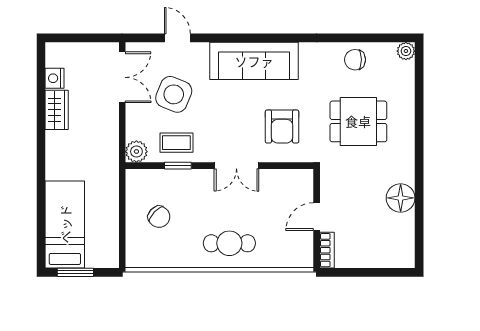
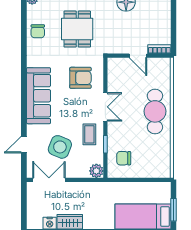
coffee table: (176, 143) -> (89, 134), moved
chair: (159, 217) -> (124, 158), moved, turned -134
cafe table: (229, 243) -> (155, 111), width x1.37, depth x1.35

